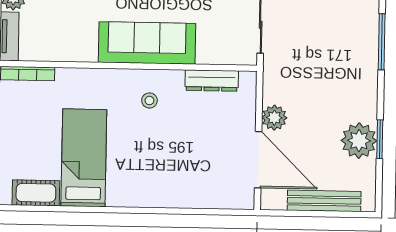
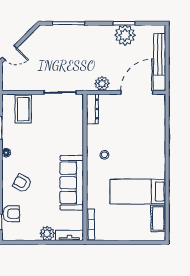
sofa: (147, 43) -> (72, 183), moved
dresser: (212, 81) -> (92, 109), moved
plant: (274, 118) -> (102, 84), moved

